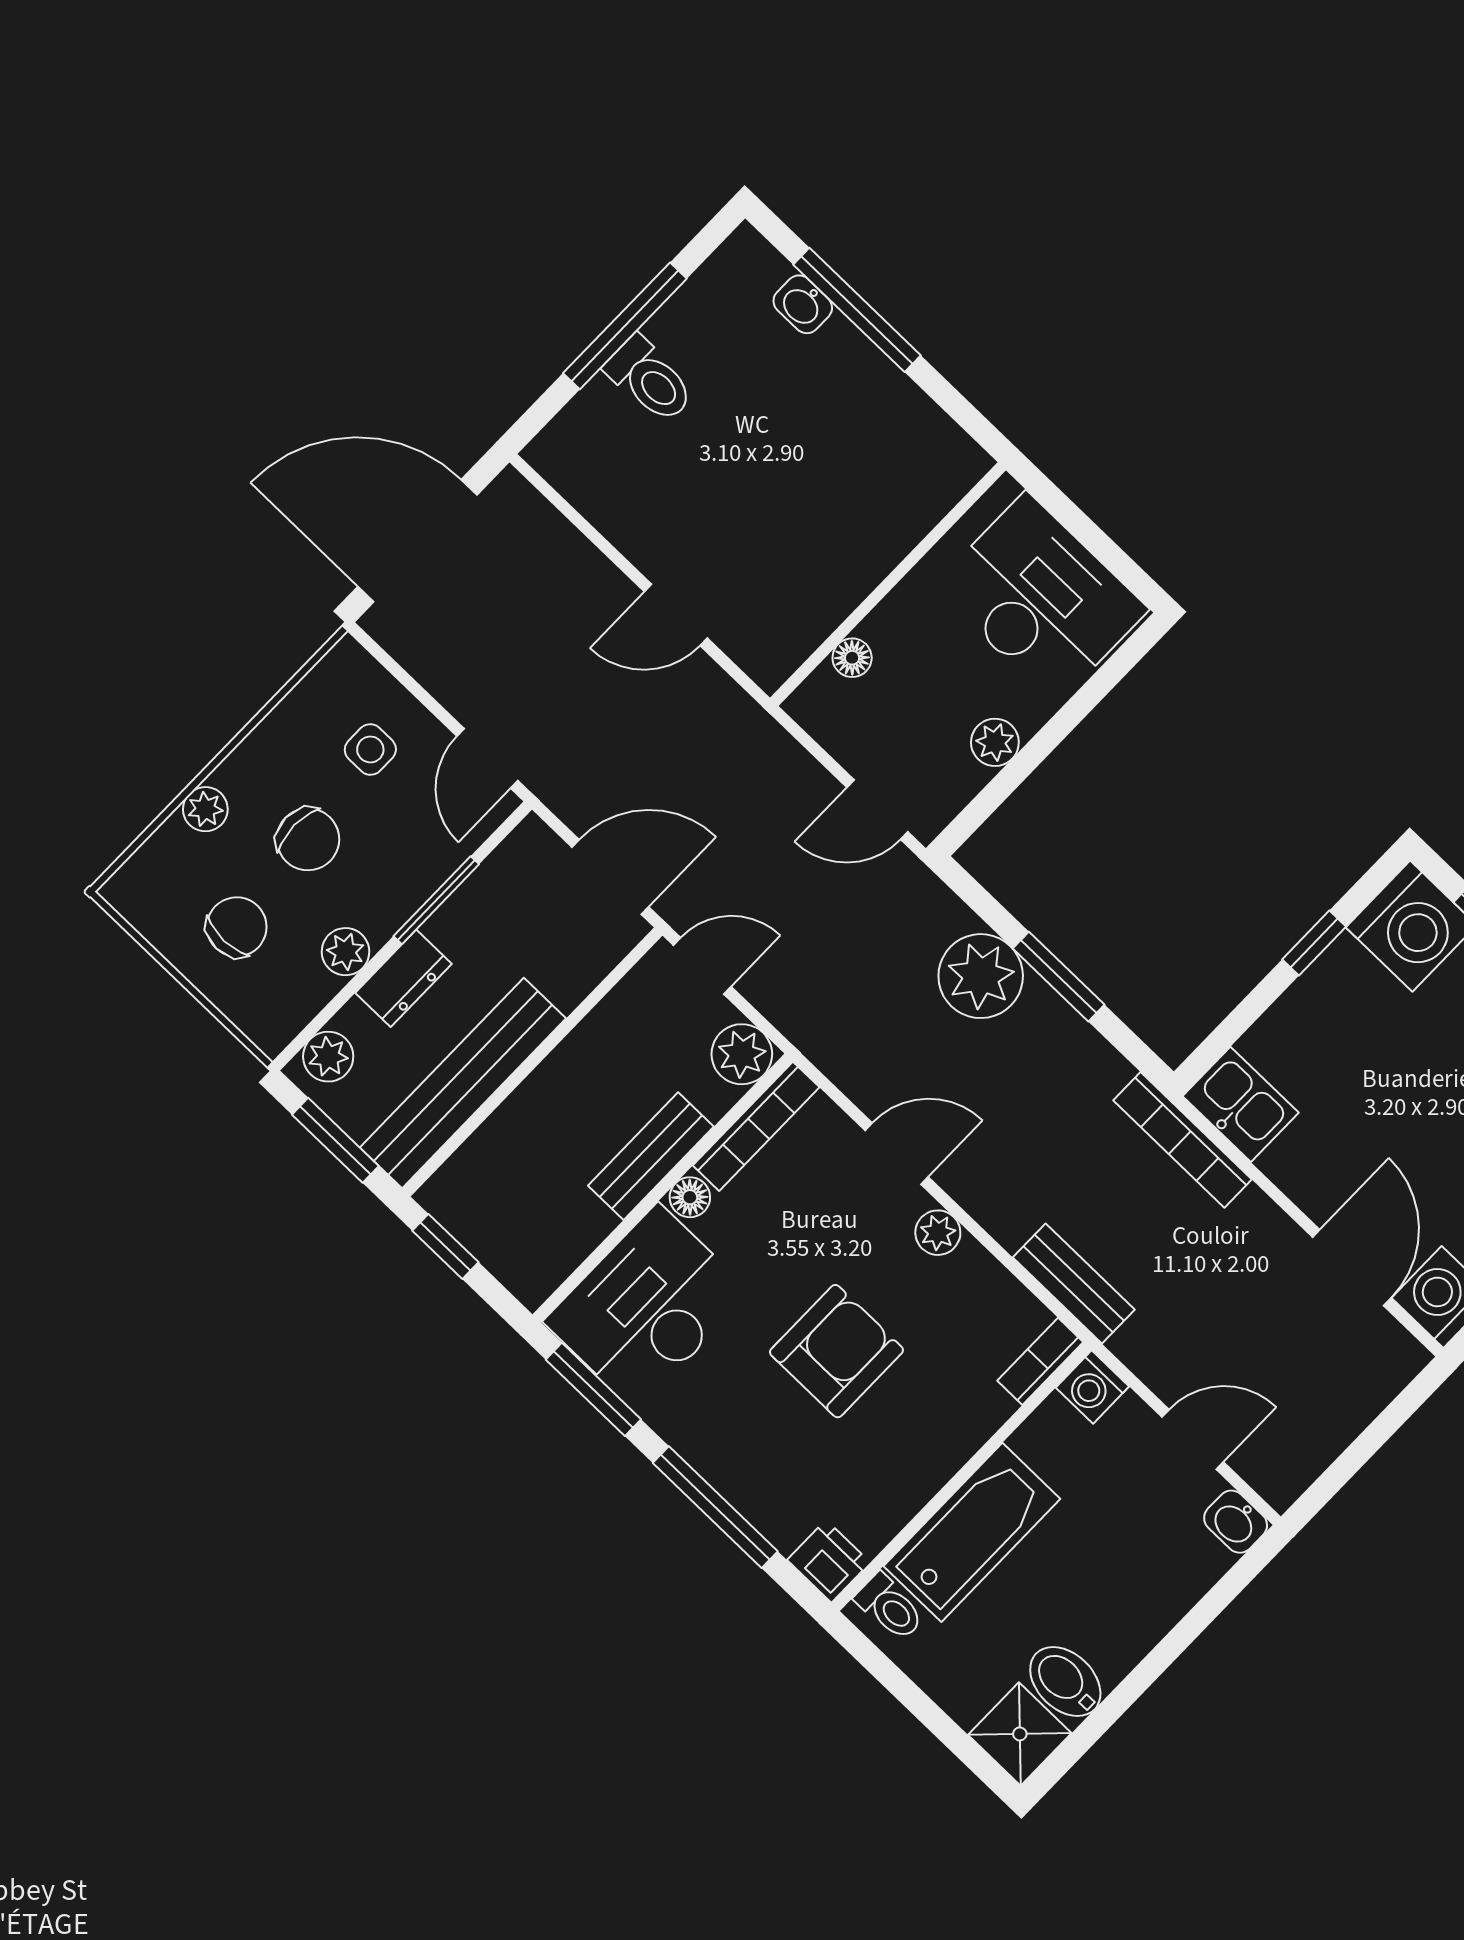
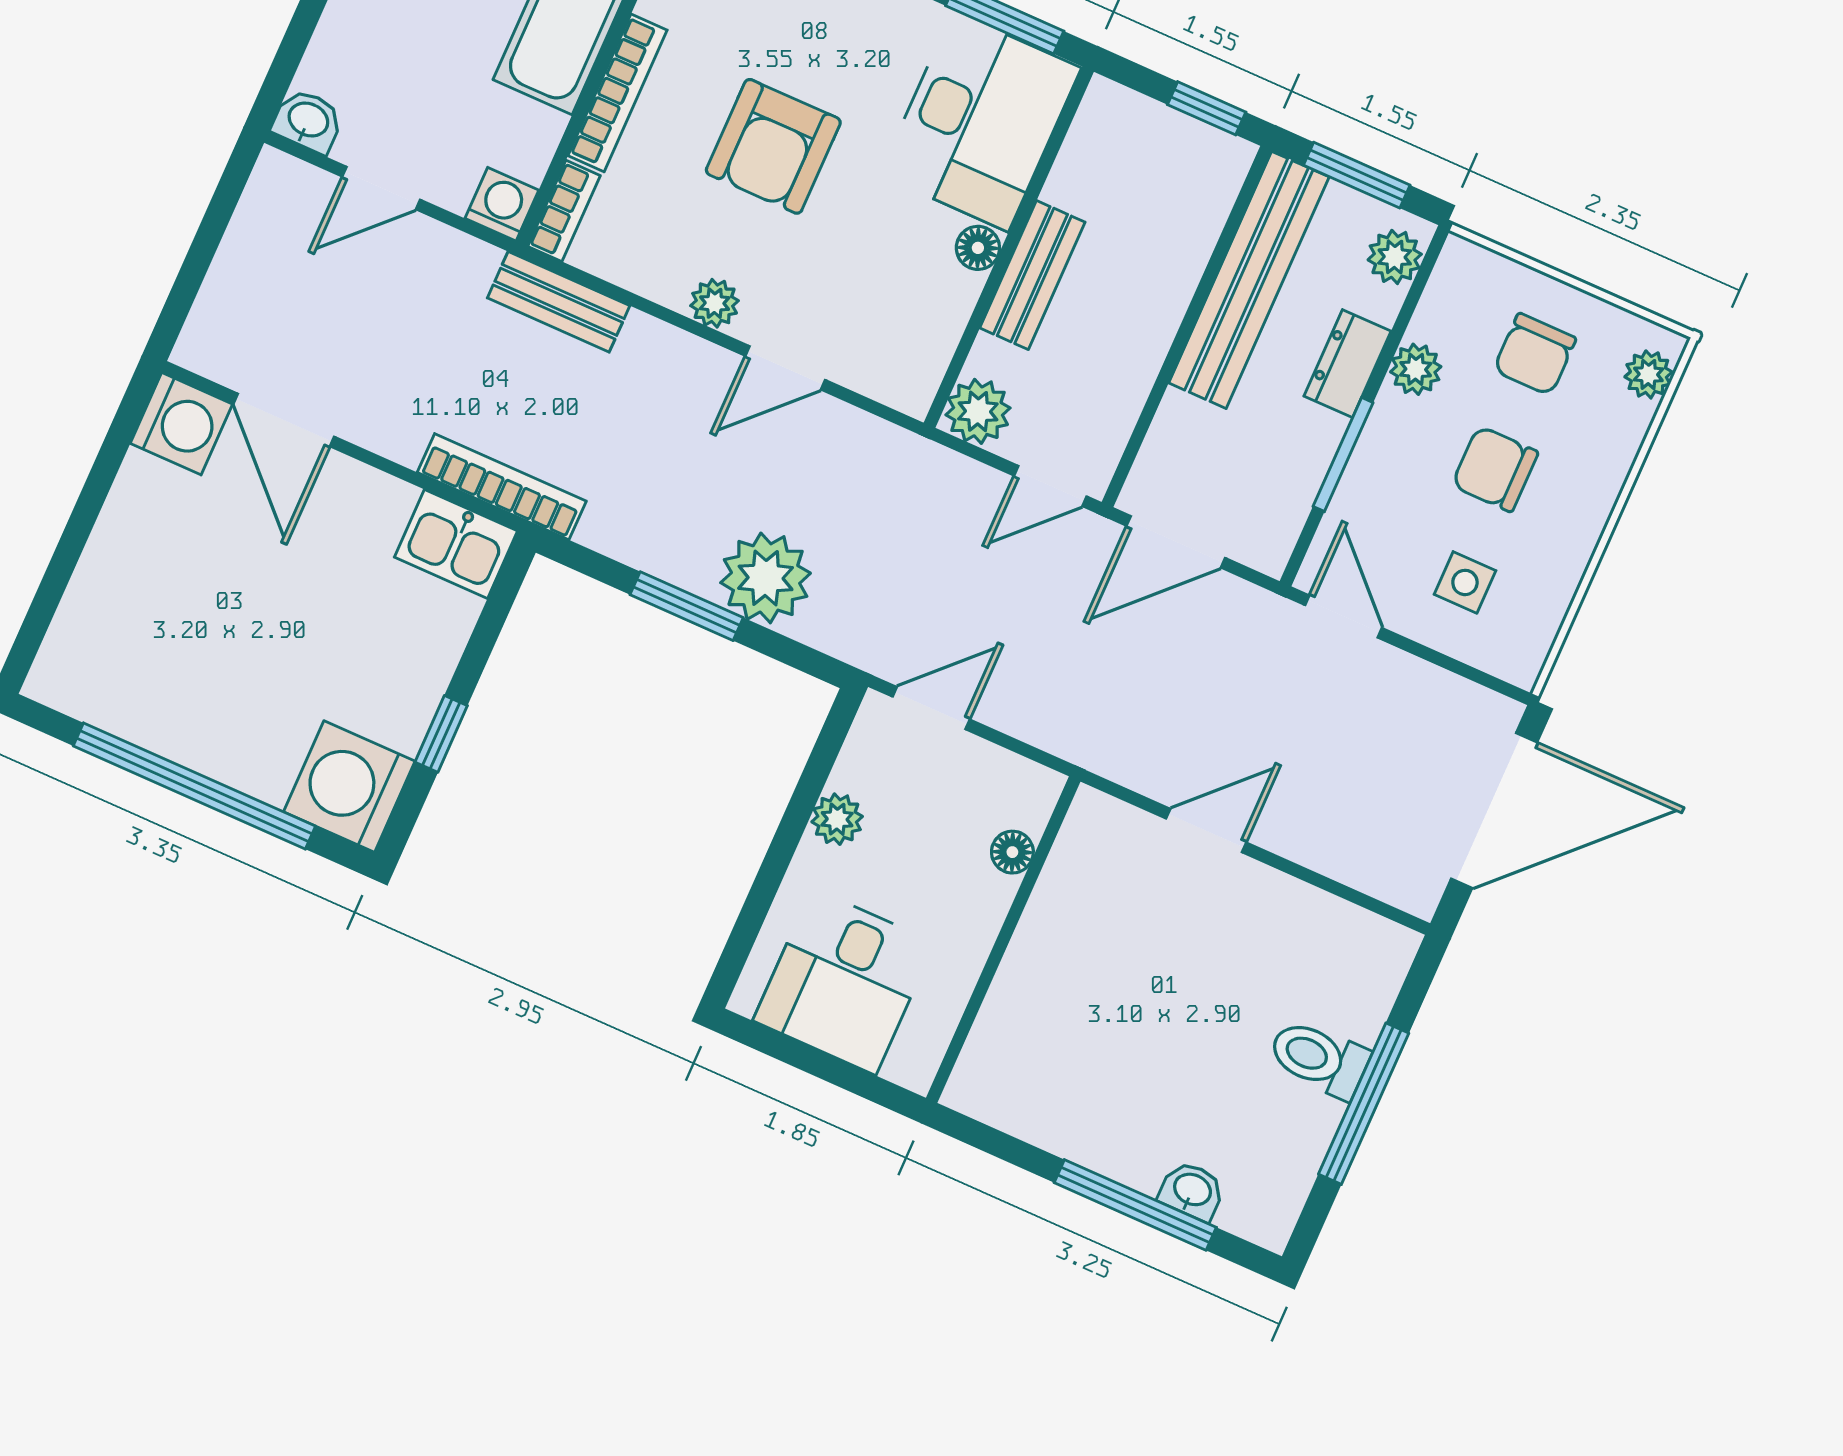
desk: (1041, 598) -> (844, 982), width x0.73
plant: (205, 809) -> (1648, 374), moved
bookcase: (756, 1126) -> (618, 93), moved, turned 180

